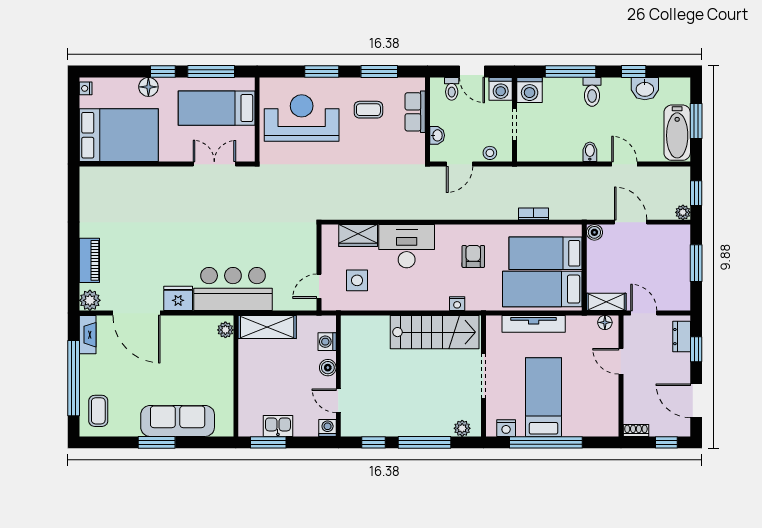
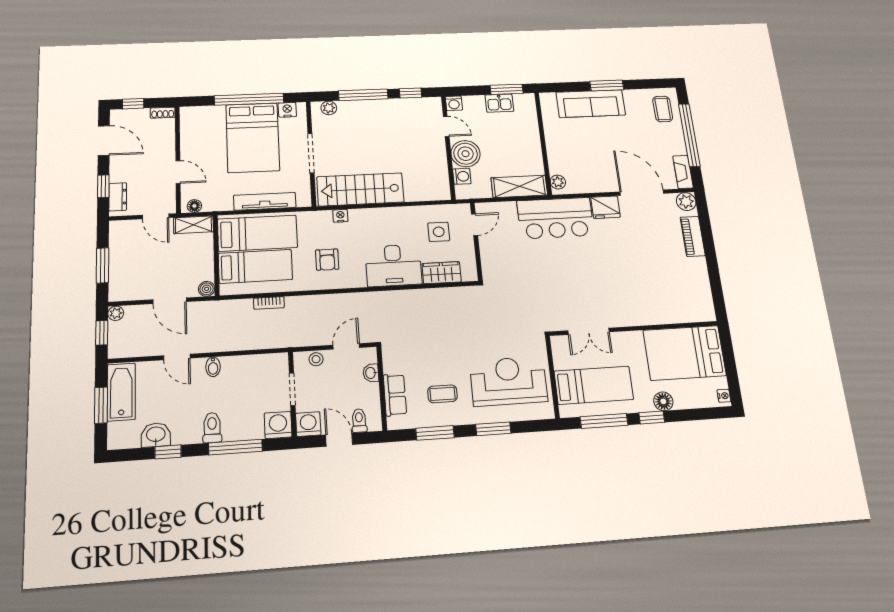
reception desk: (302, 118) -> (509, 381), turned 180
boiler: (328, 368) -> (466, 154), width x1.86, depth x1.86
bed: (544, 397) -> (253, 138), width x1.50

